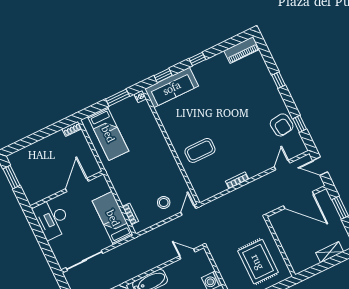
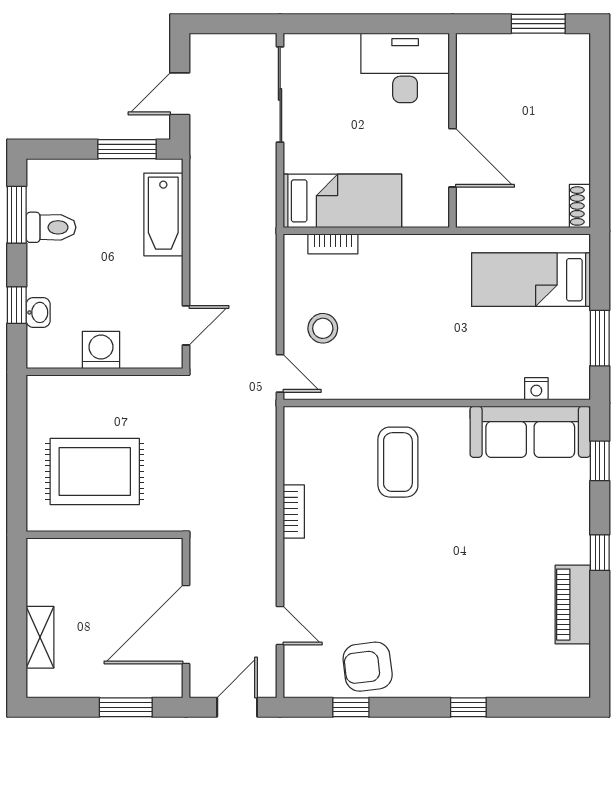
piano: (242, 50) -> (573, 605), moved
sofa: (172, 88) -> (530, 432), moved, turned -90
nightstand: (140, 96) -> (536, 389), moved

